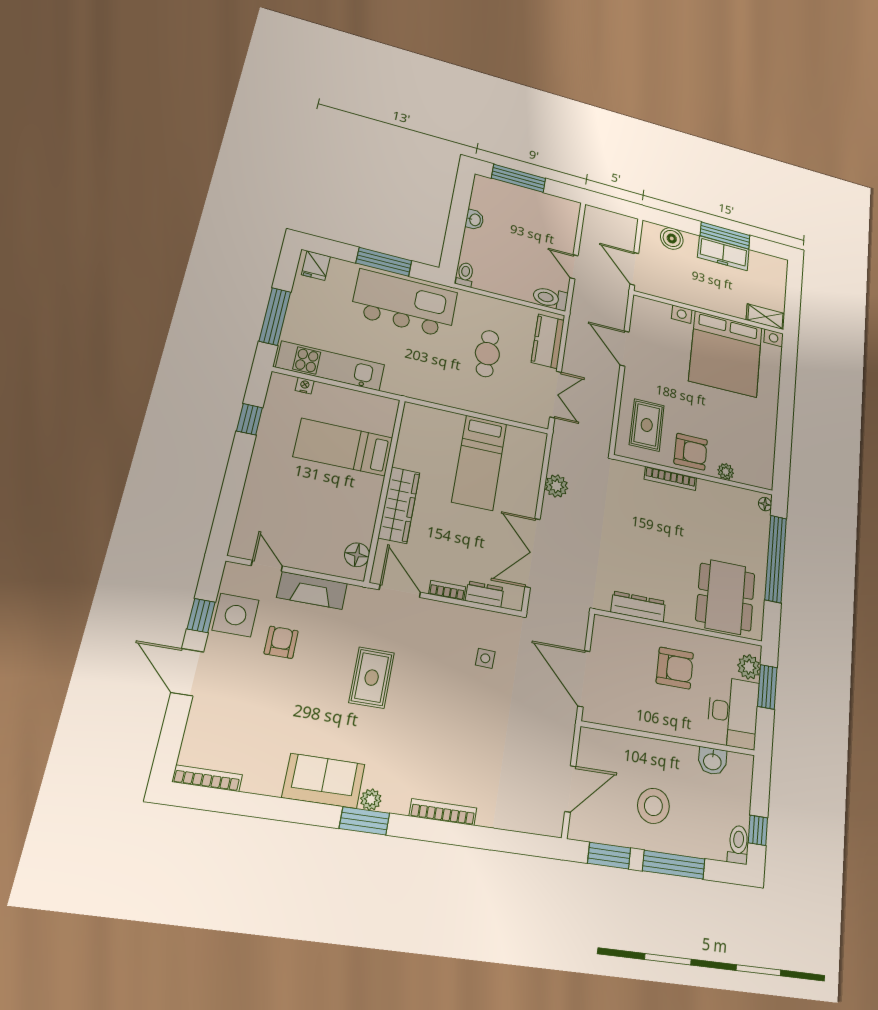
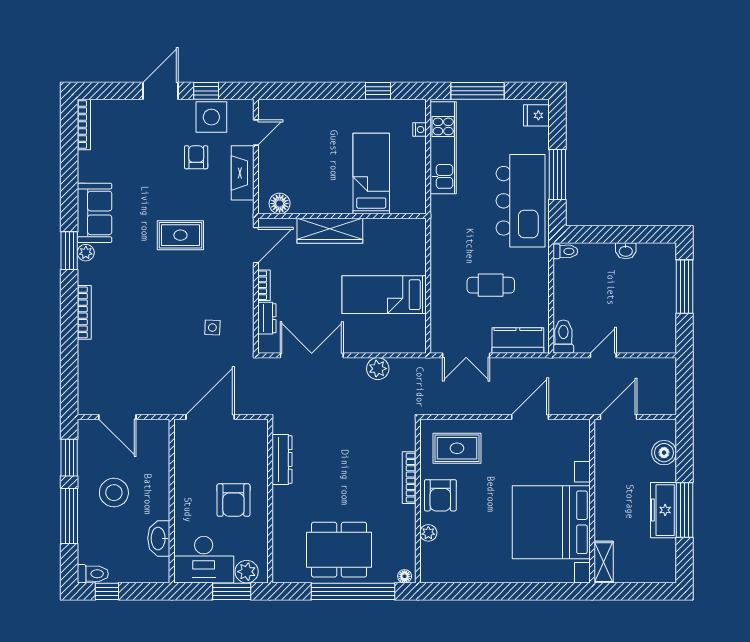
dining table: (725, 597) -> (339, 550), moved
armchair: (281, 642) -> (196, 157), turned -90
washbasin: (712, 761) -> (159, 538), width x1.38

